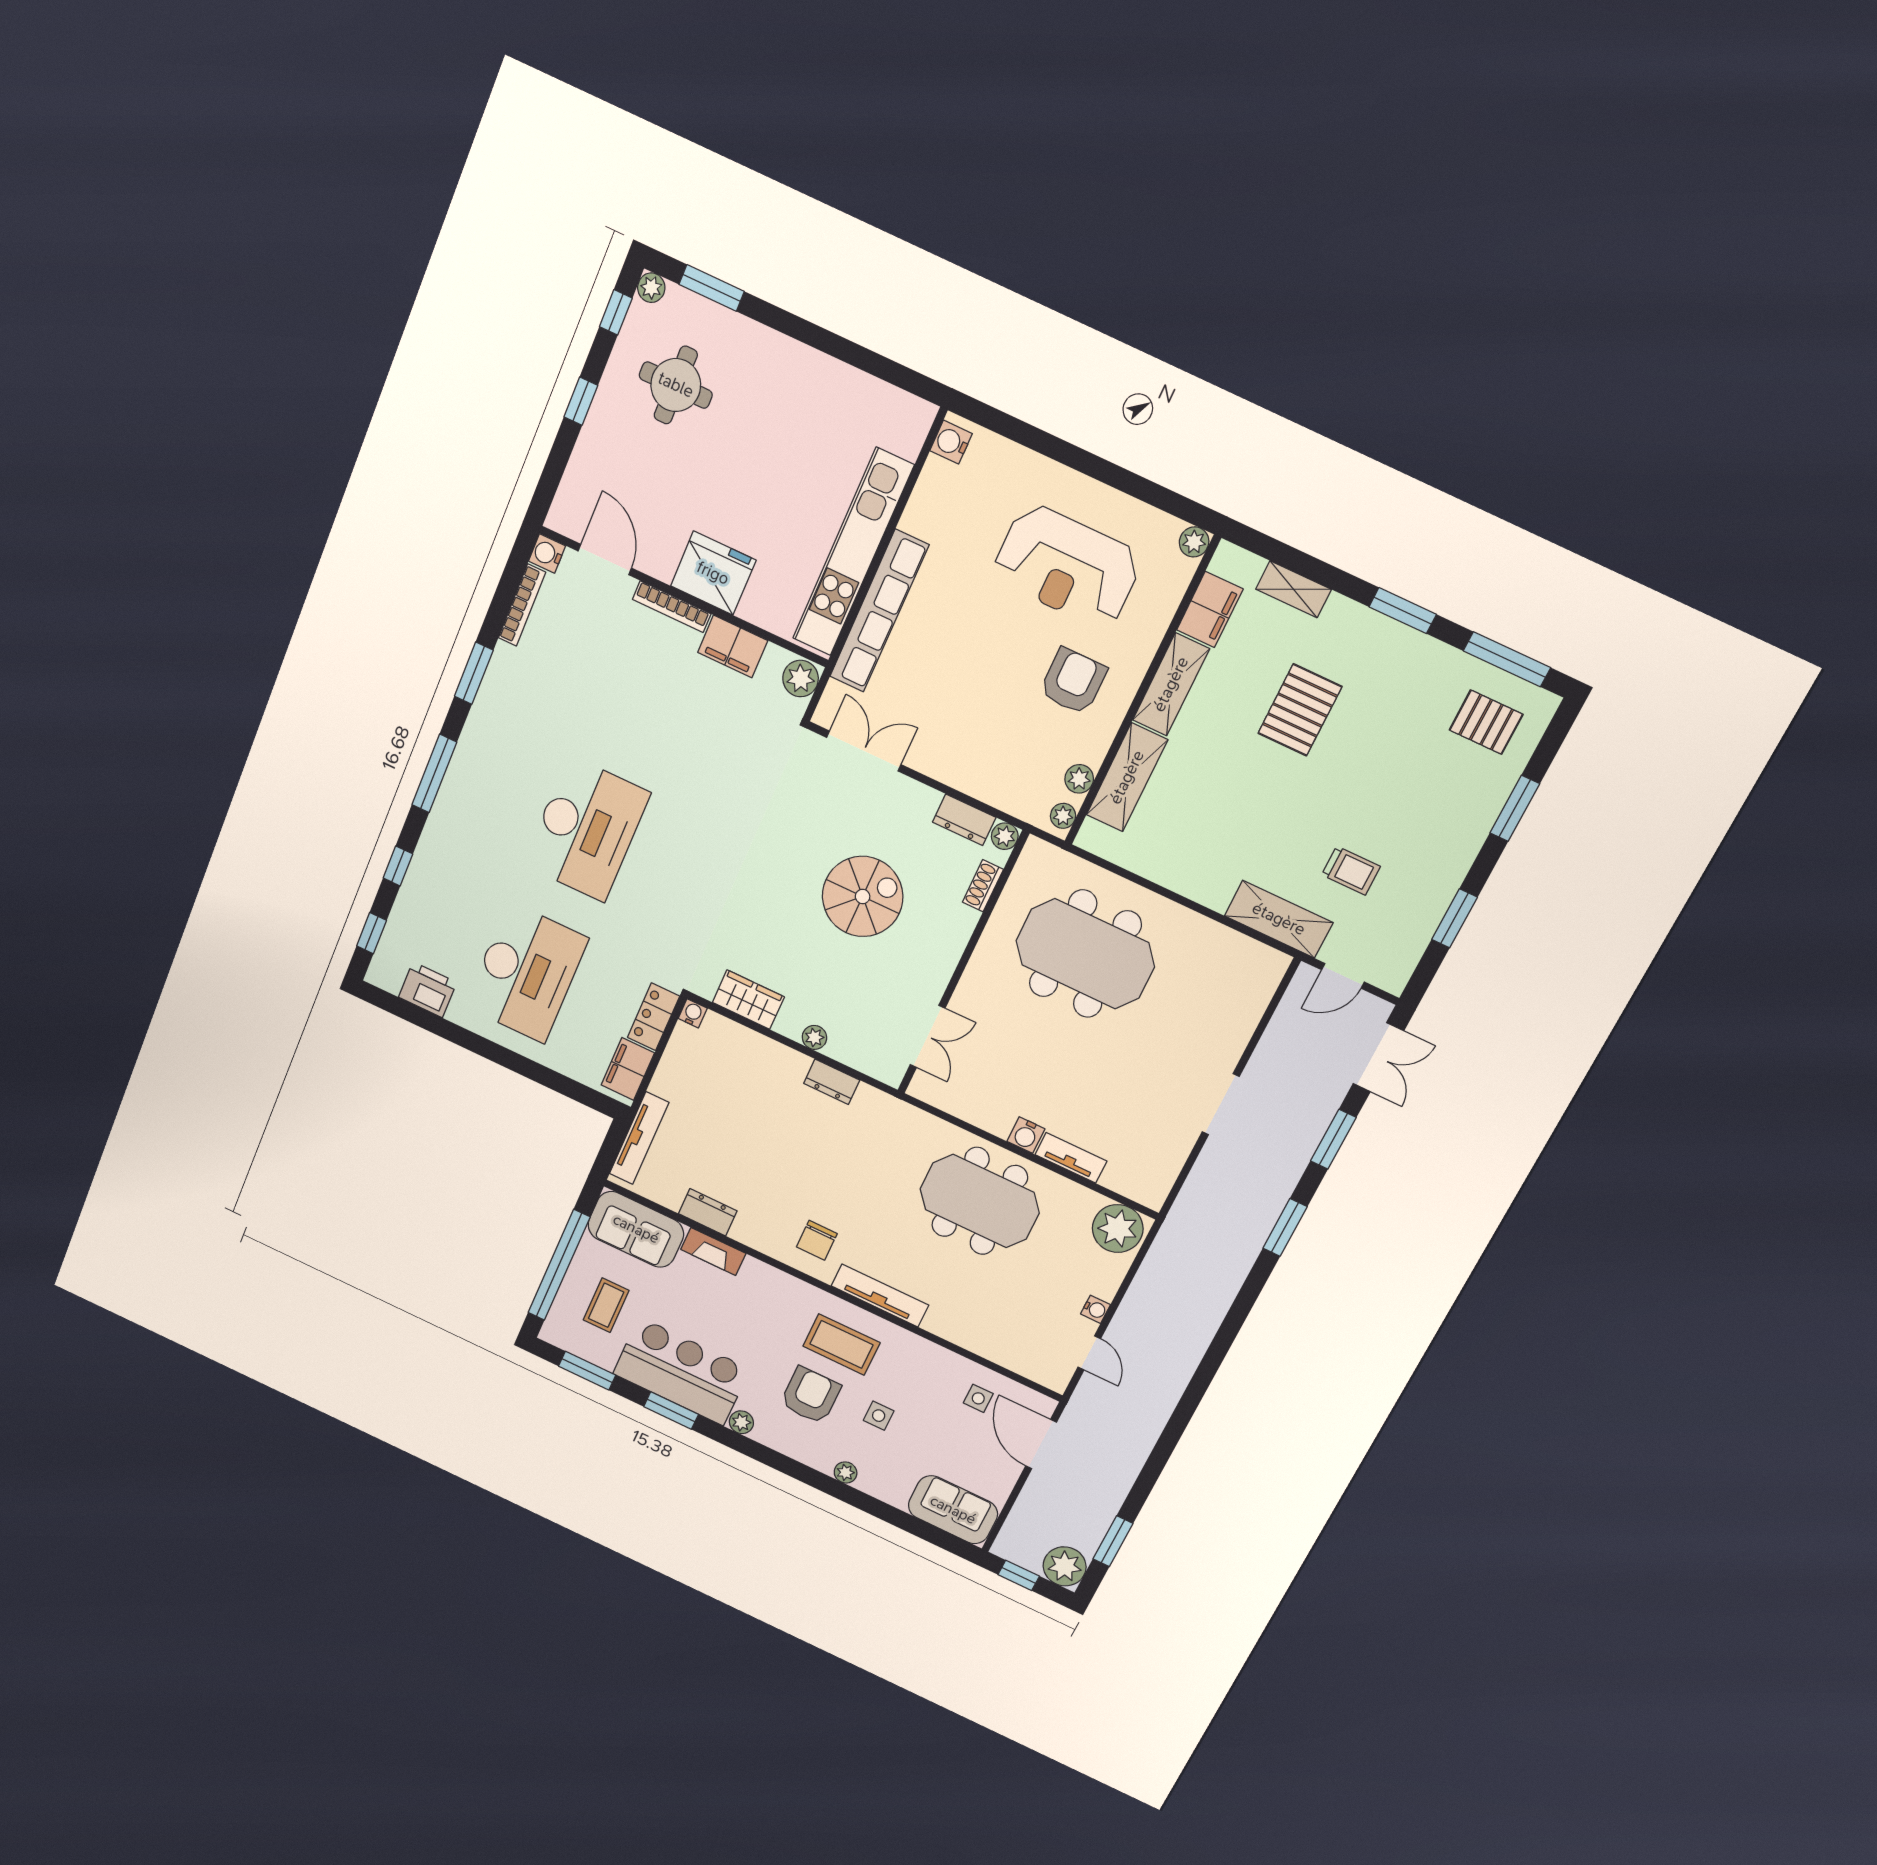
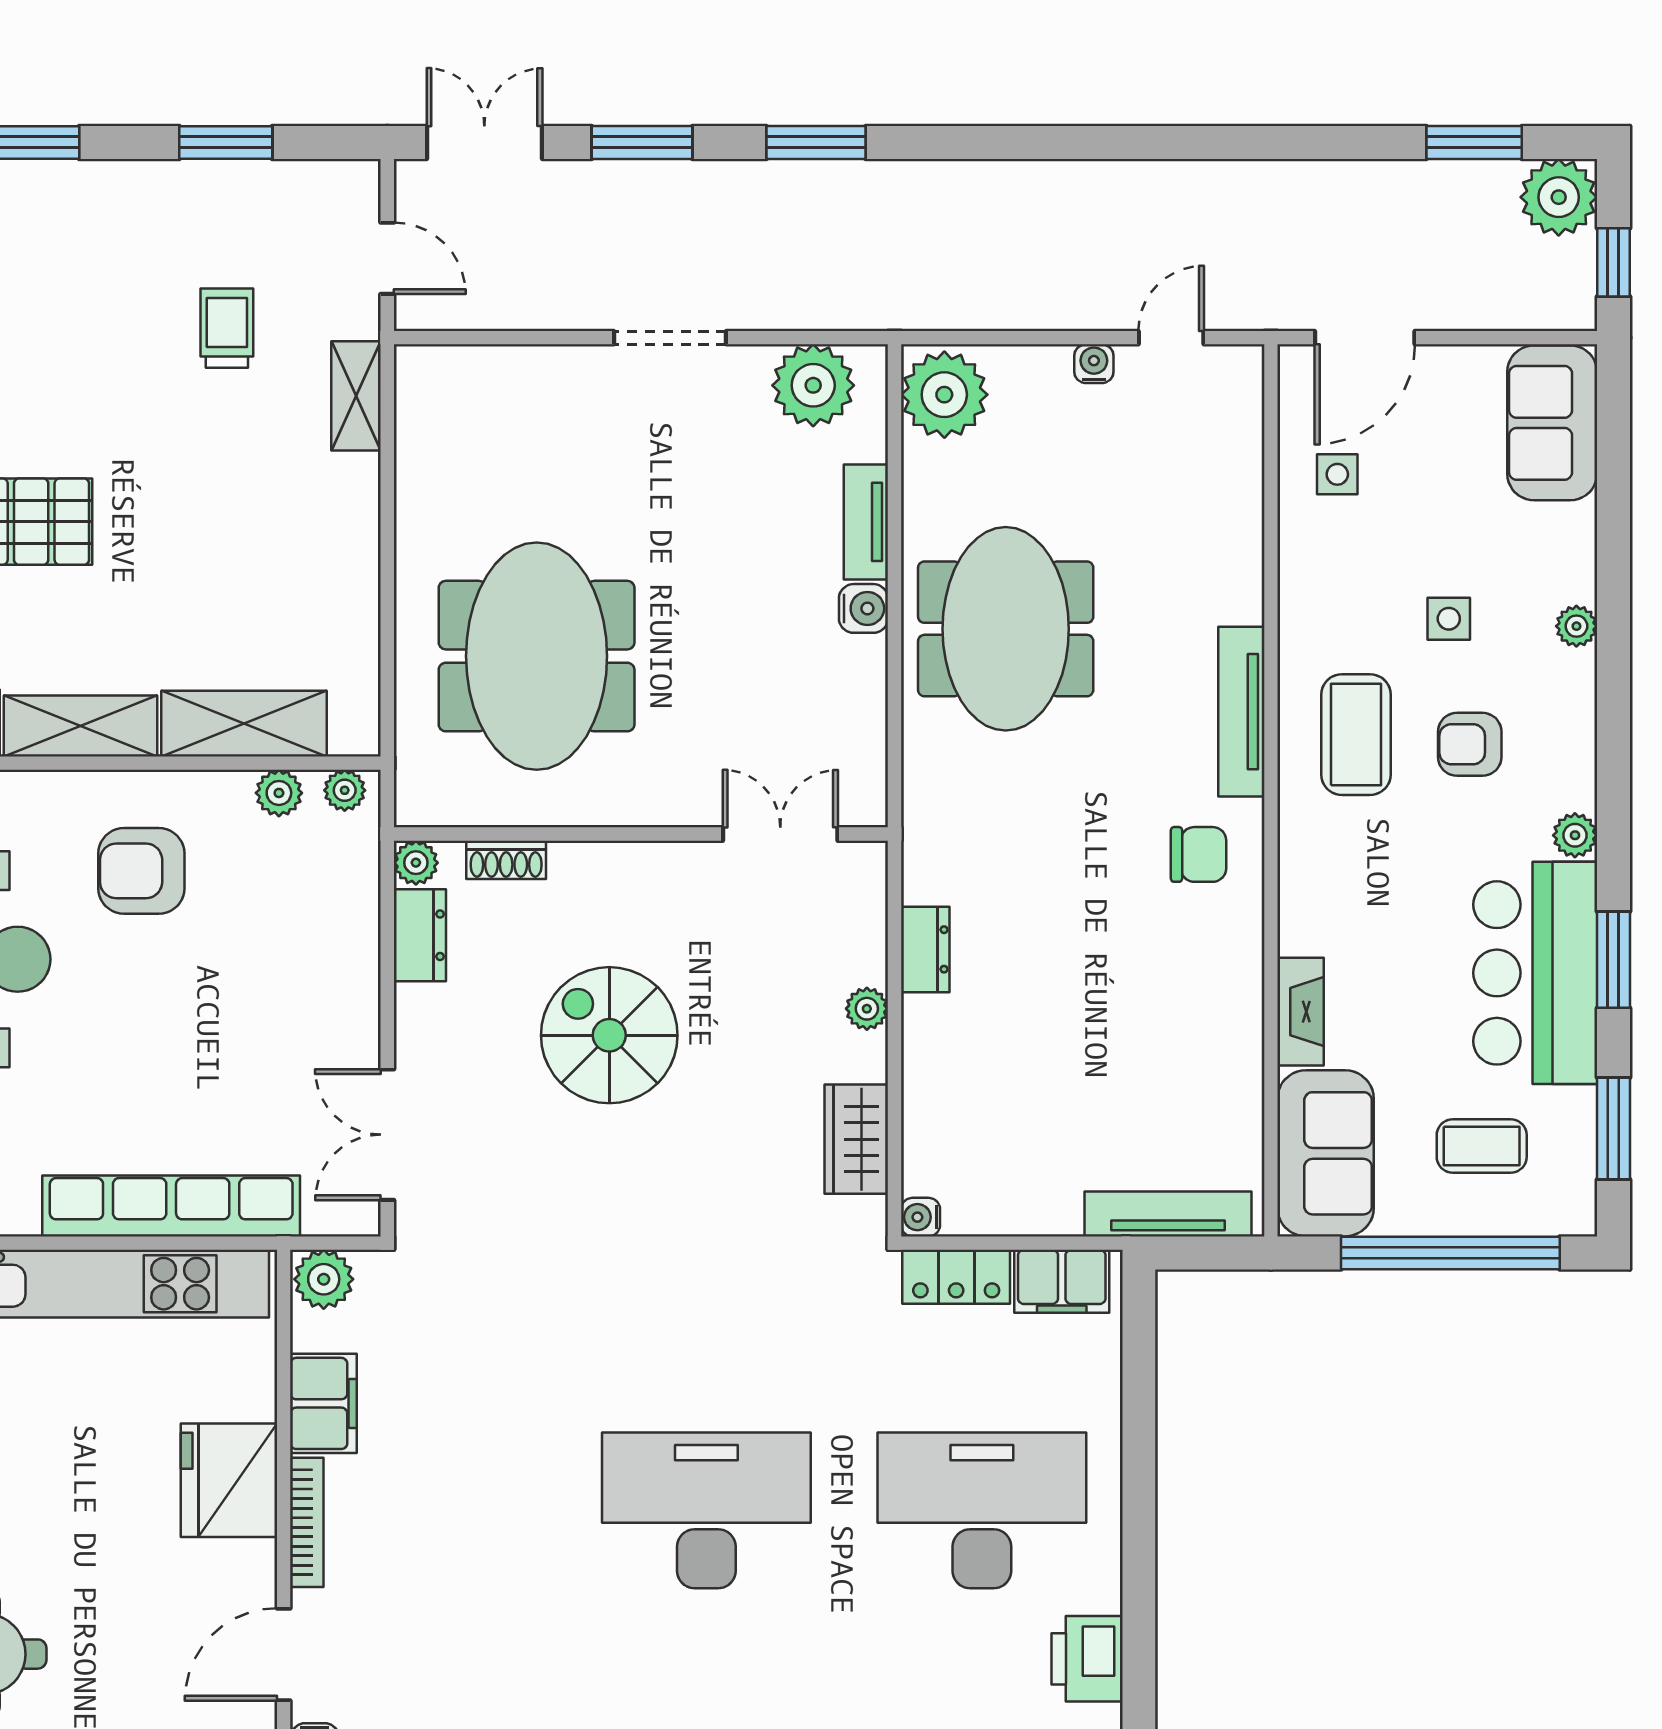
shelving: (1279, 919) -> (356, 396), width x0.67, depth x0.75
plant: (1157, 1165) -> (813, 385), added
dresser: (708, 1212) -> (1238, 1050), removed
armchair: (811, 1395) -> (1470, 744), width x0.72, depth x0.72

